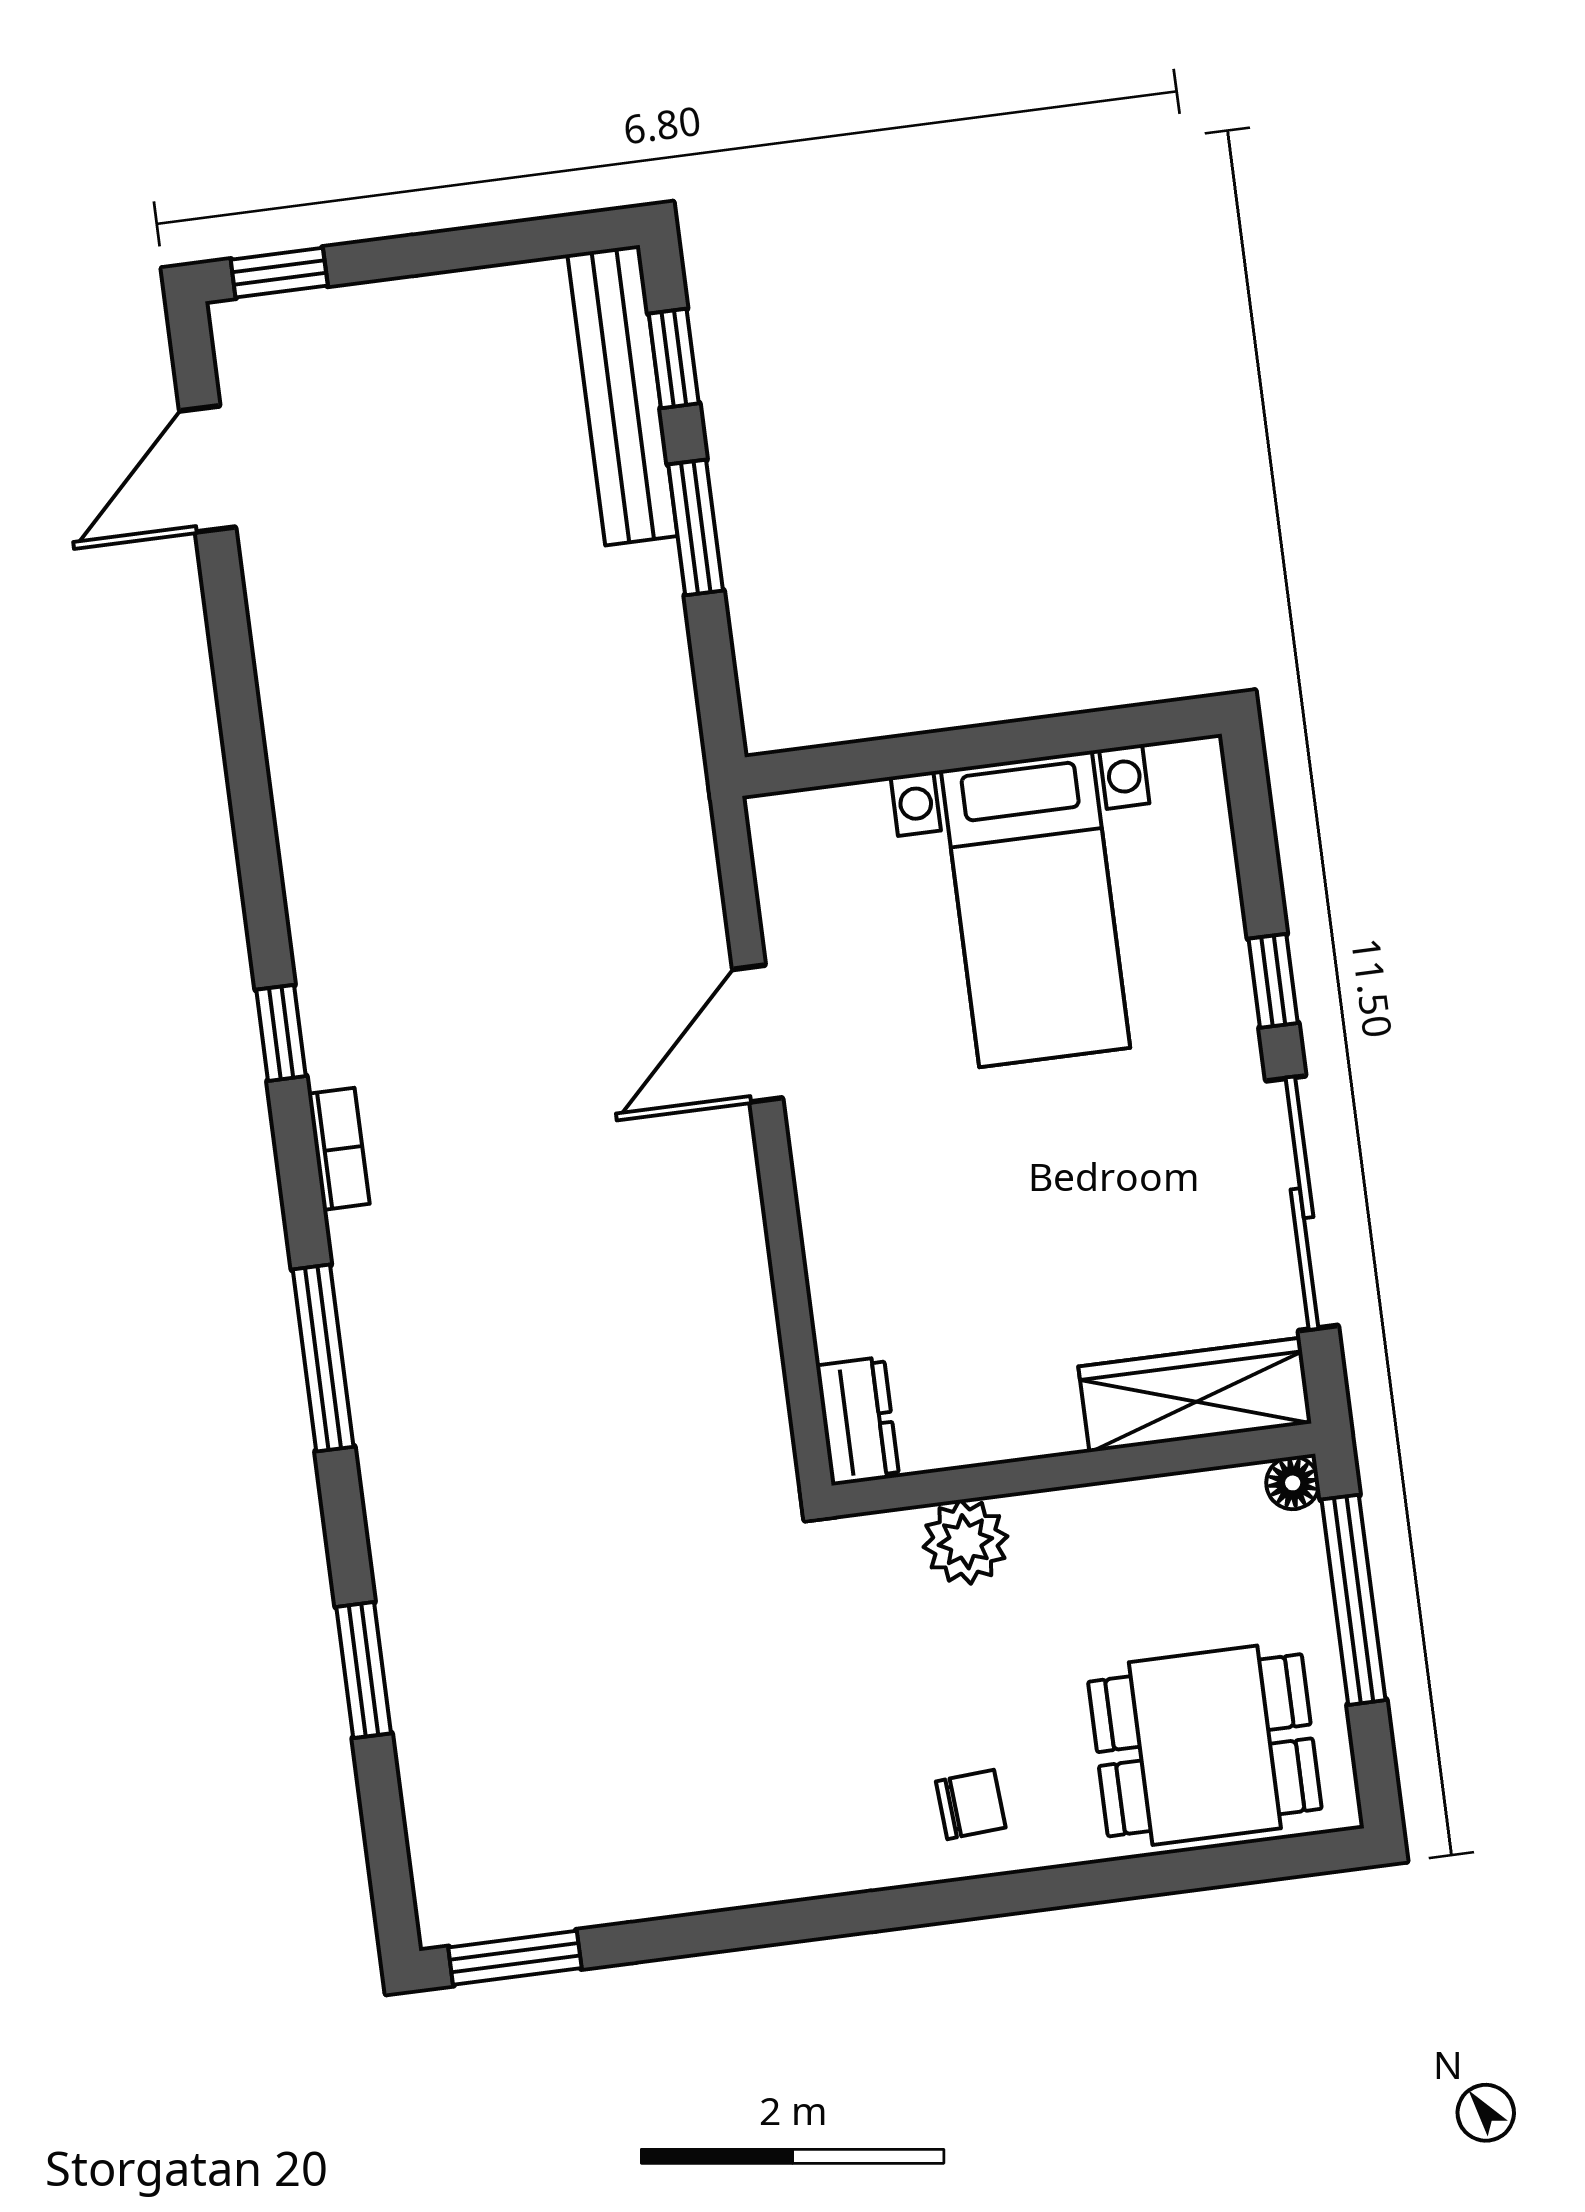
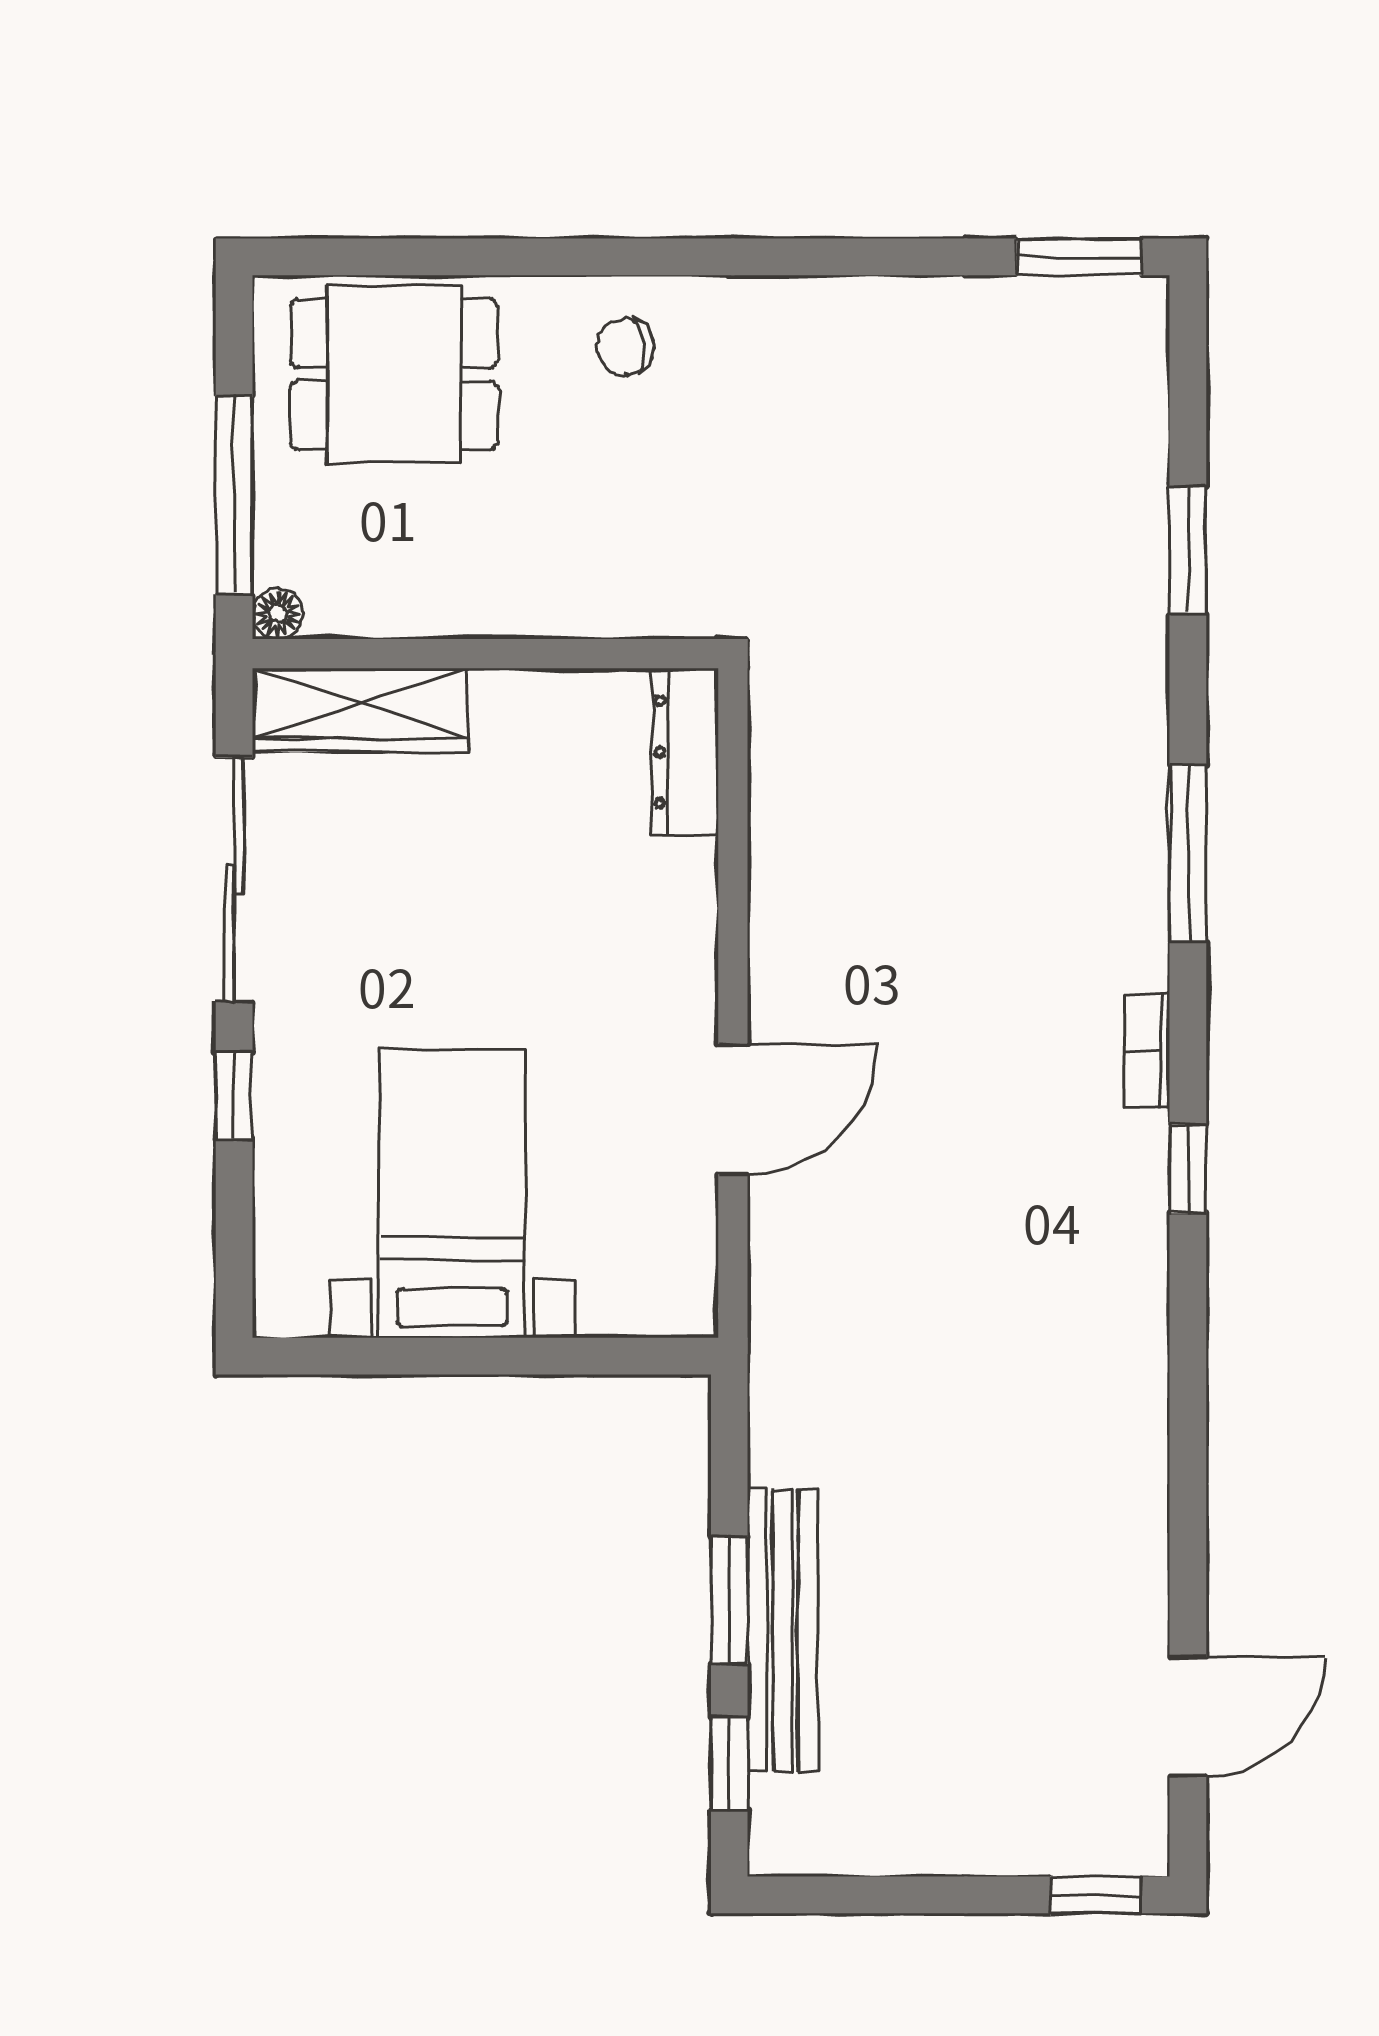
bench: (623, 395) -> (783, 1630), moved
dresser: (858, 1421) -> (685, 752), width x1.44
plant: (965, 1542) -> (597, 598), removed

